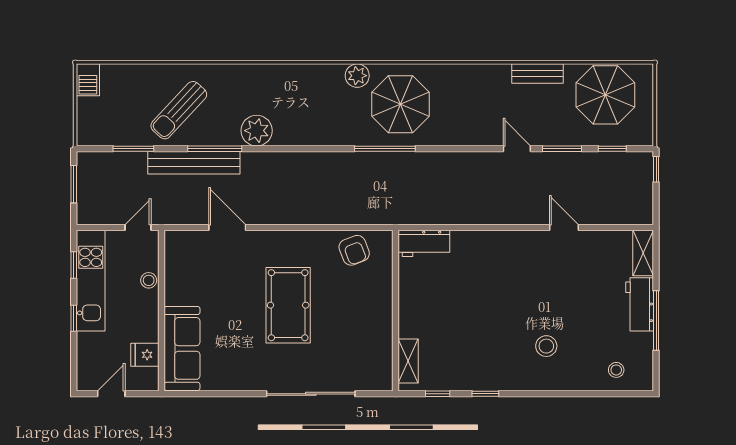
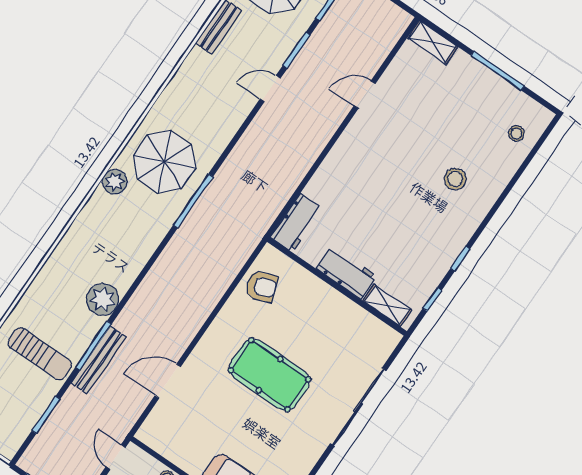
sun lounger: (179, 110) -> (40, 354), turned -43
bench: (194, 163) -> (99, 360), width x0.73, depth x0.82
workbench: (640, 304) -> (346, 272), moved, turned 180

